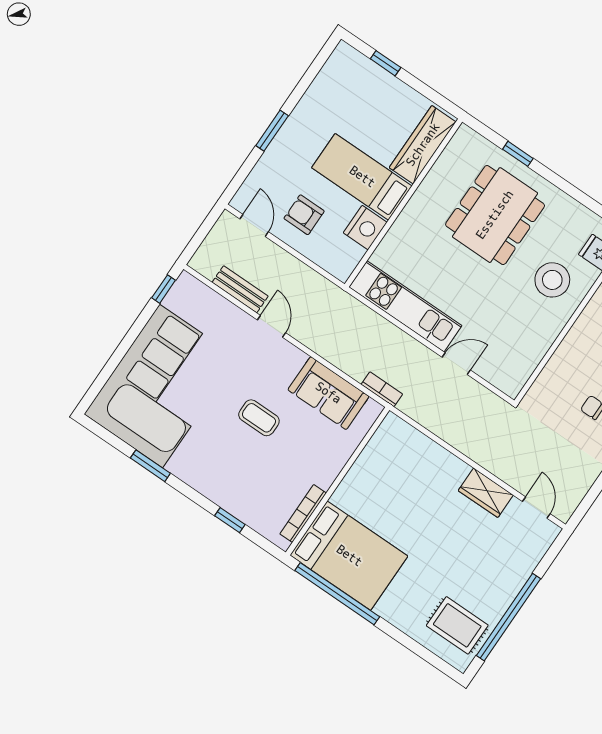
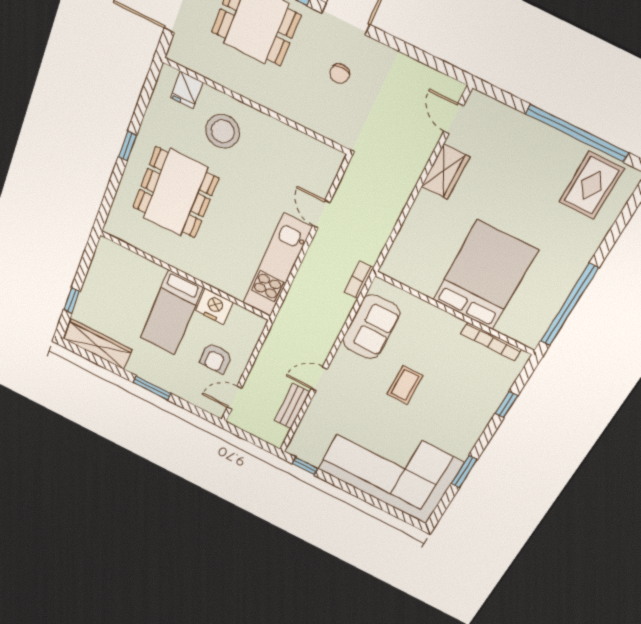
wardrobe: (423, 145) -> (98, 344), moved, turned 180
window: (518, 154) -> (128, 146), moved
dining table: (495, 215) -> (176, 193), turned 90
door: (536, 508) -> (454, 119), hinge flipped
bed: (349, 556) -> (485, 275), moved

